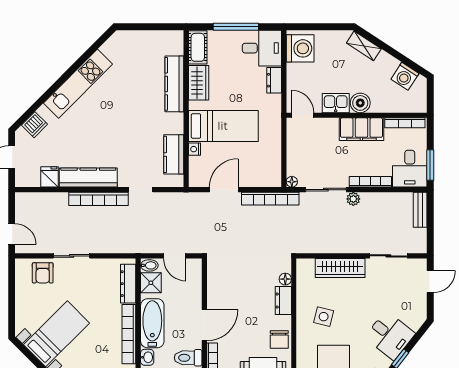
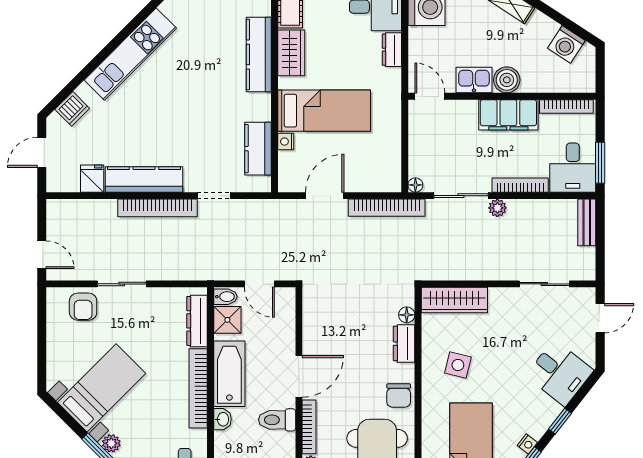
wardrobe: (340, 268) -> (454, 300), moved
desk: (390, 335) -> (559, 373), moved

